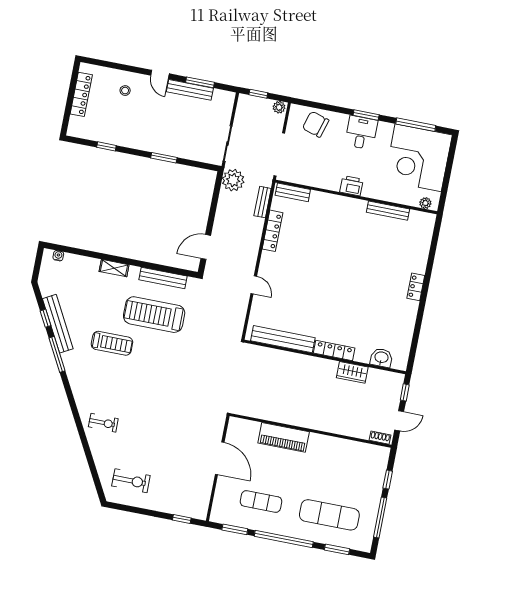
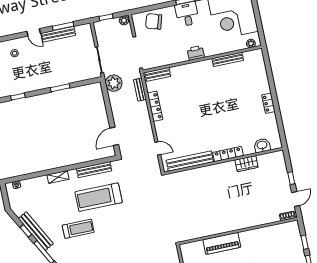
bench: (283, 339) -> (190, 161), moved
locker: (334, 351) -> (228, 154), moved
wall: (325, 357) -> (223, 161), moved
washbasin: (381, 358) -> (262, 145), moved
wardrobe: (352, 372) -> (246, 164), moved

